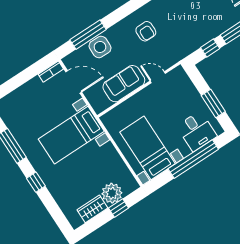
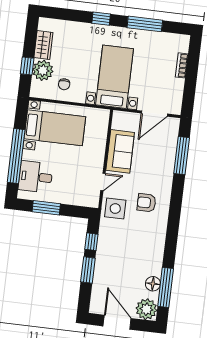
side table: (100, 47) -> (115, 209), moved
bookcase: (51, 72) -> (182, 65), moved
chair: (109, 168) -> (64, 84), added

